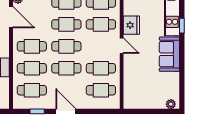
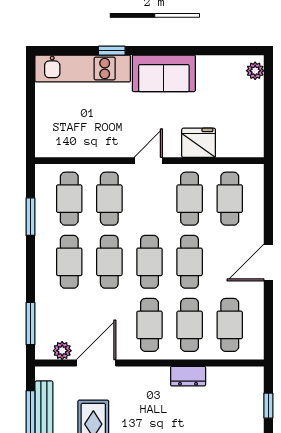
fridge: (131, 25) -> (199, 143), moved
window: (37, 111) -> (268, 315), removed

